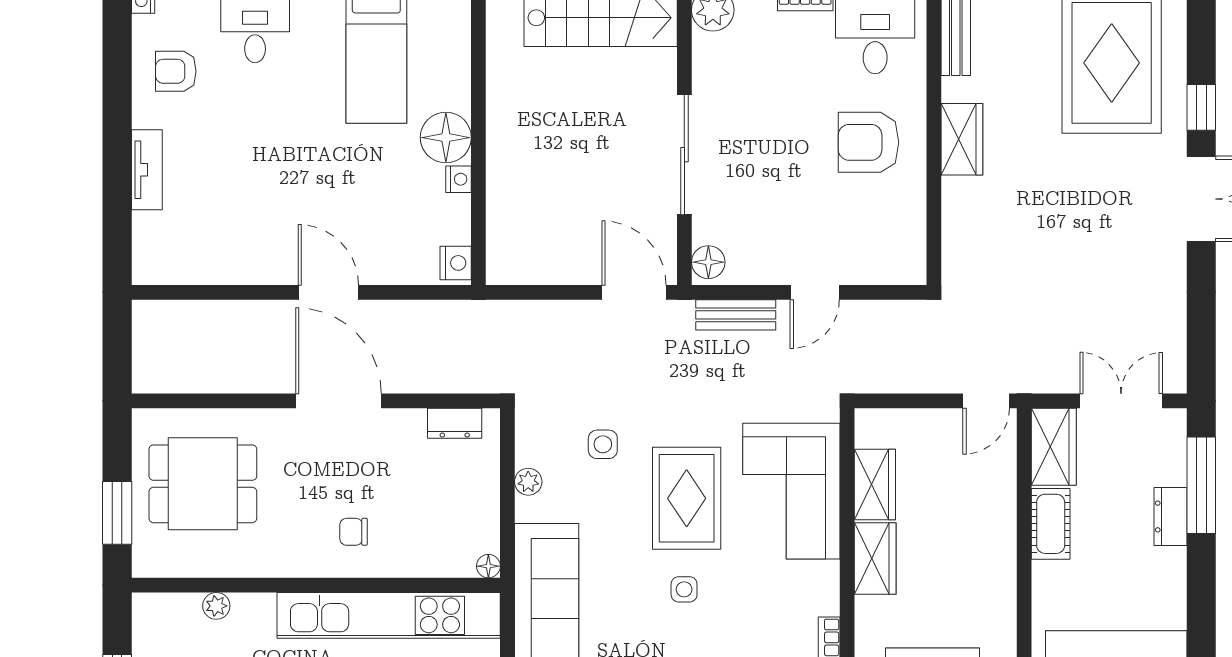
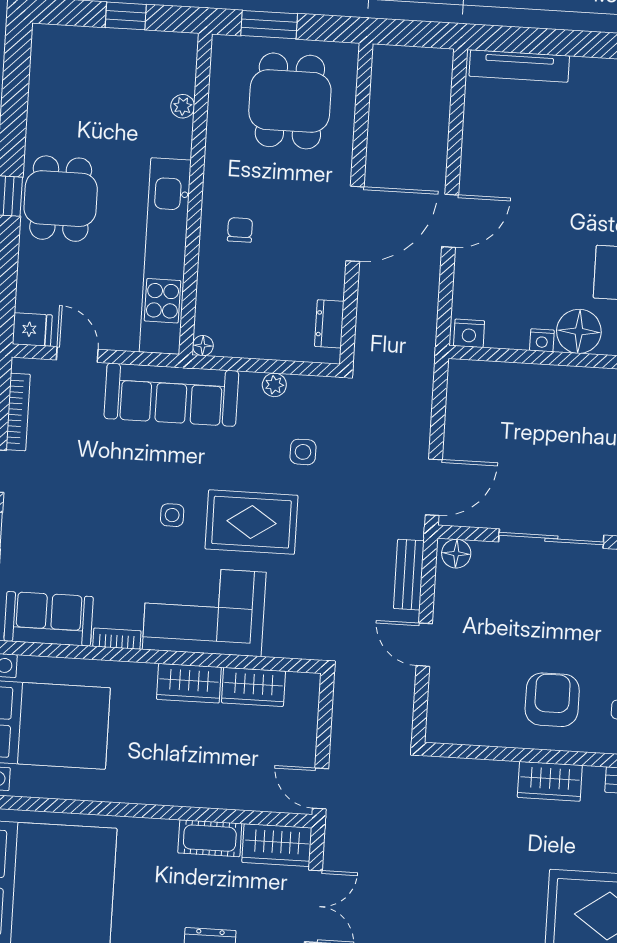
tv unit: (147, 170) -> (519, 66), moved, width x1.41
corner sofa: (791, 491) -> (204, 611), moved

